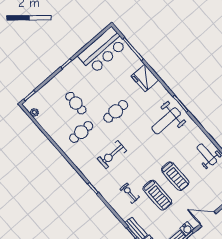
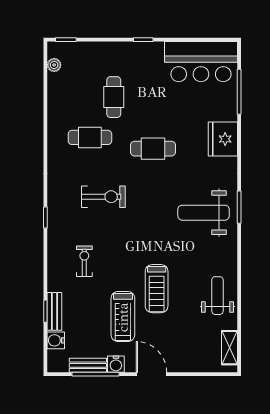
exercise bike: (112, 155) -> (103, 197), turned 180
treadmill: (157, 195) -> (123, 317), moved

